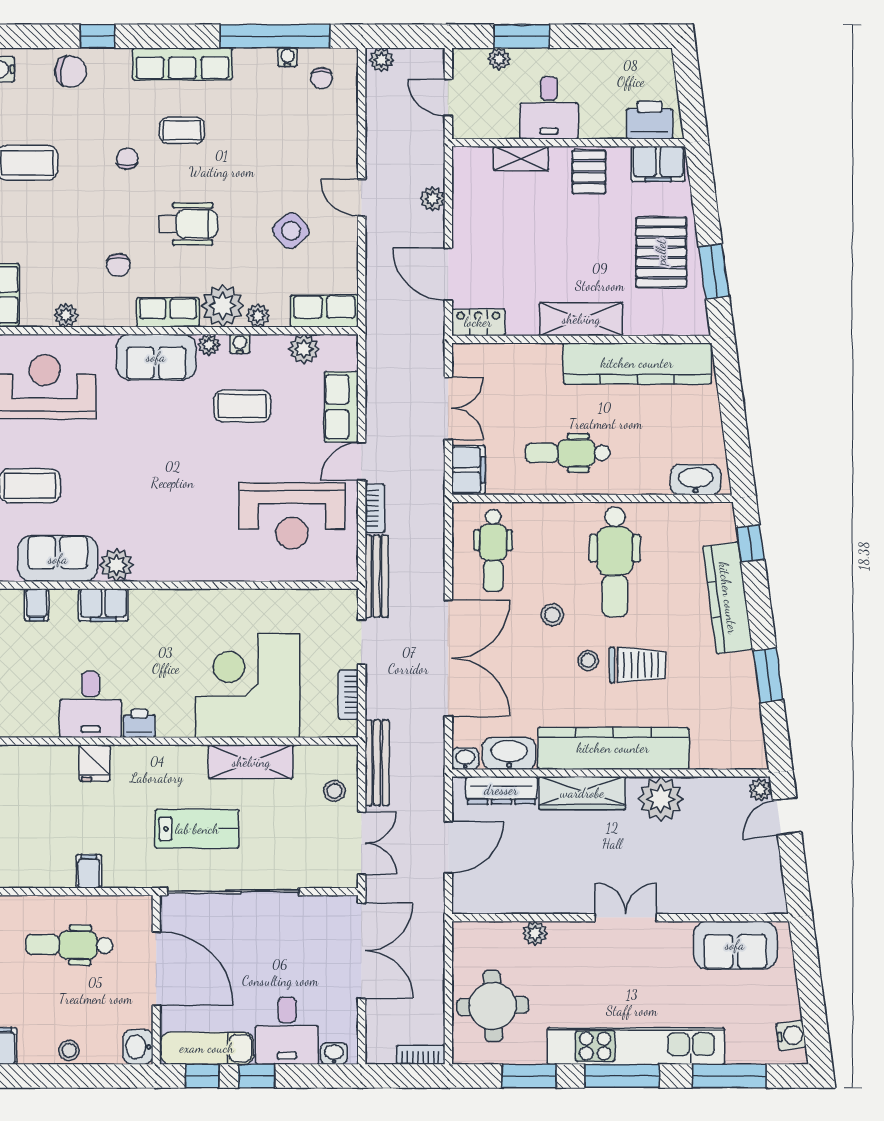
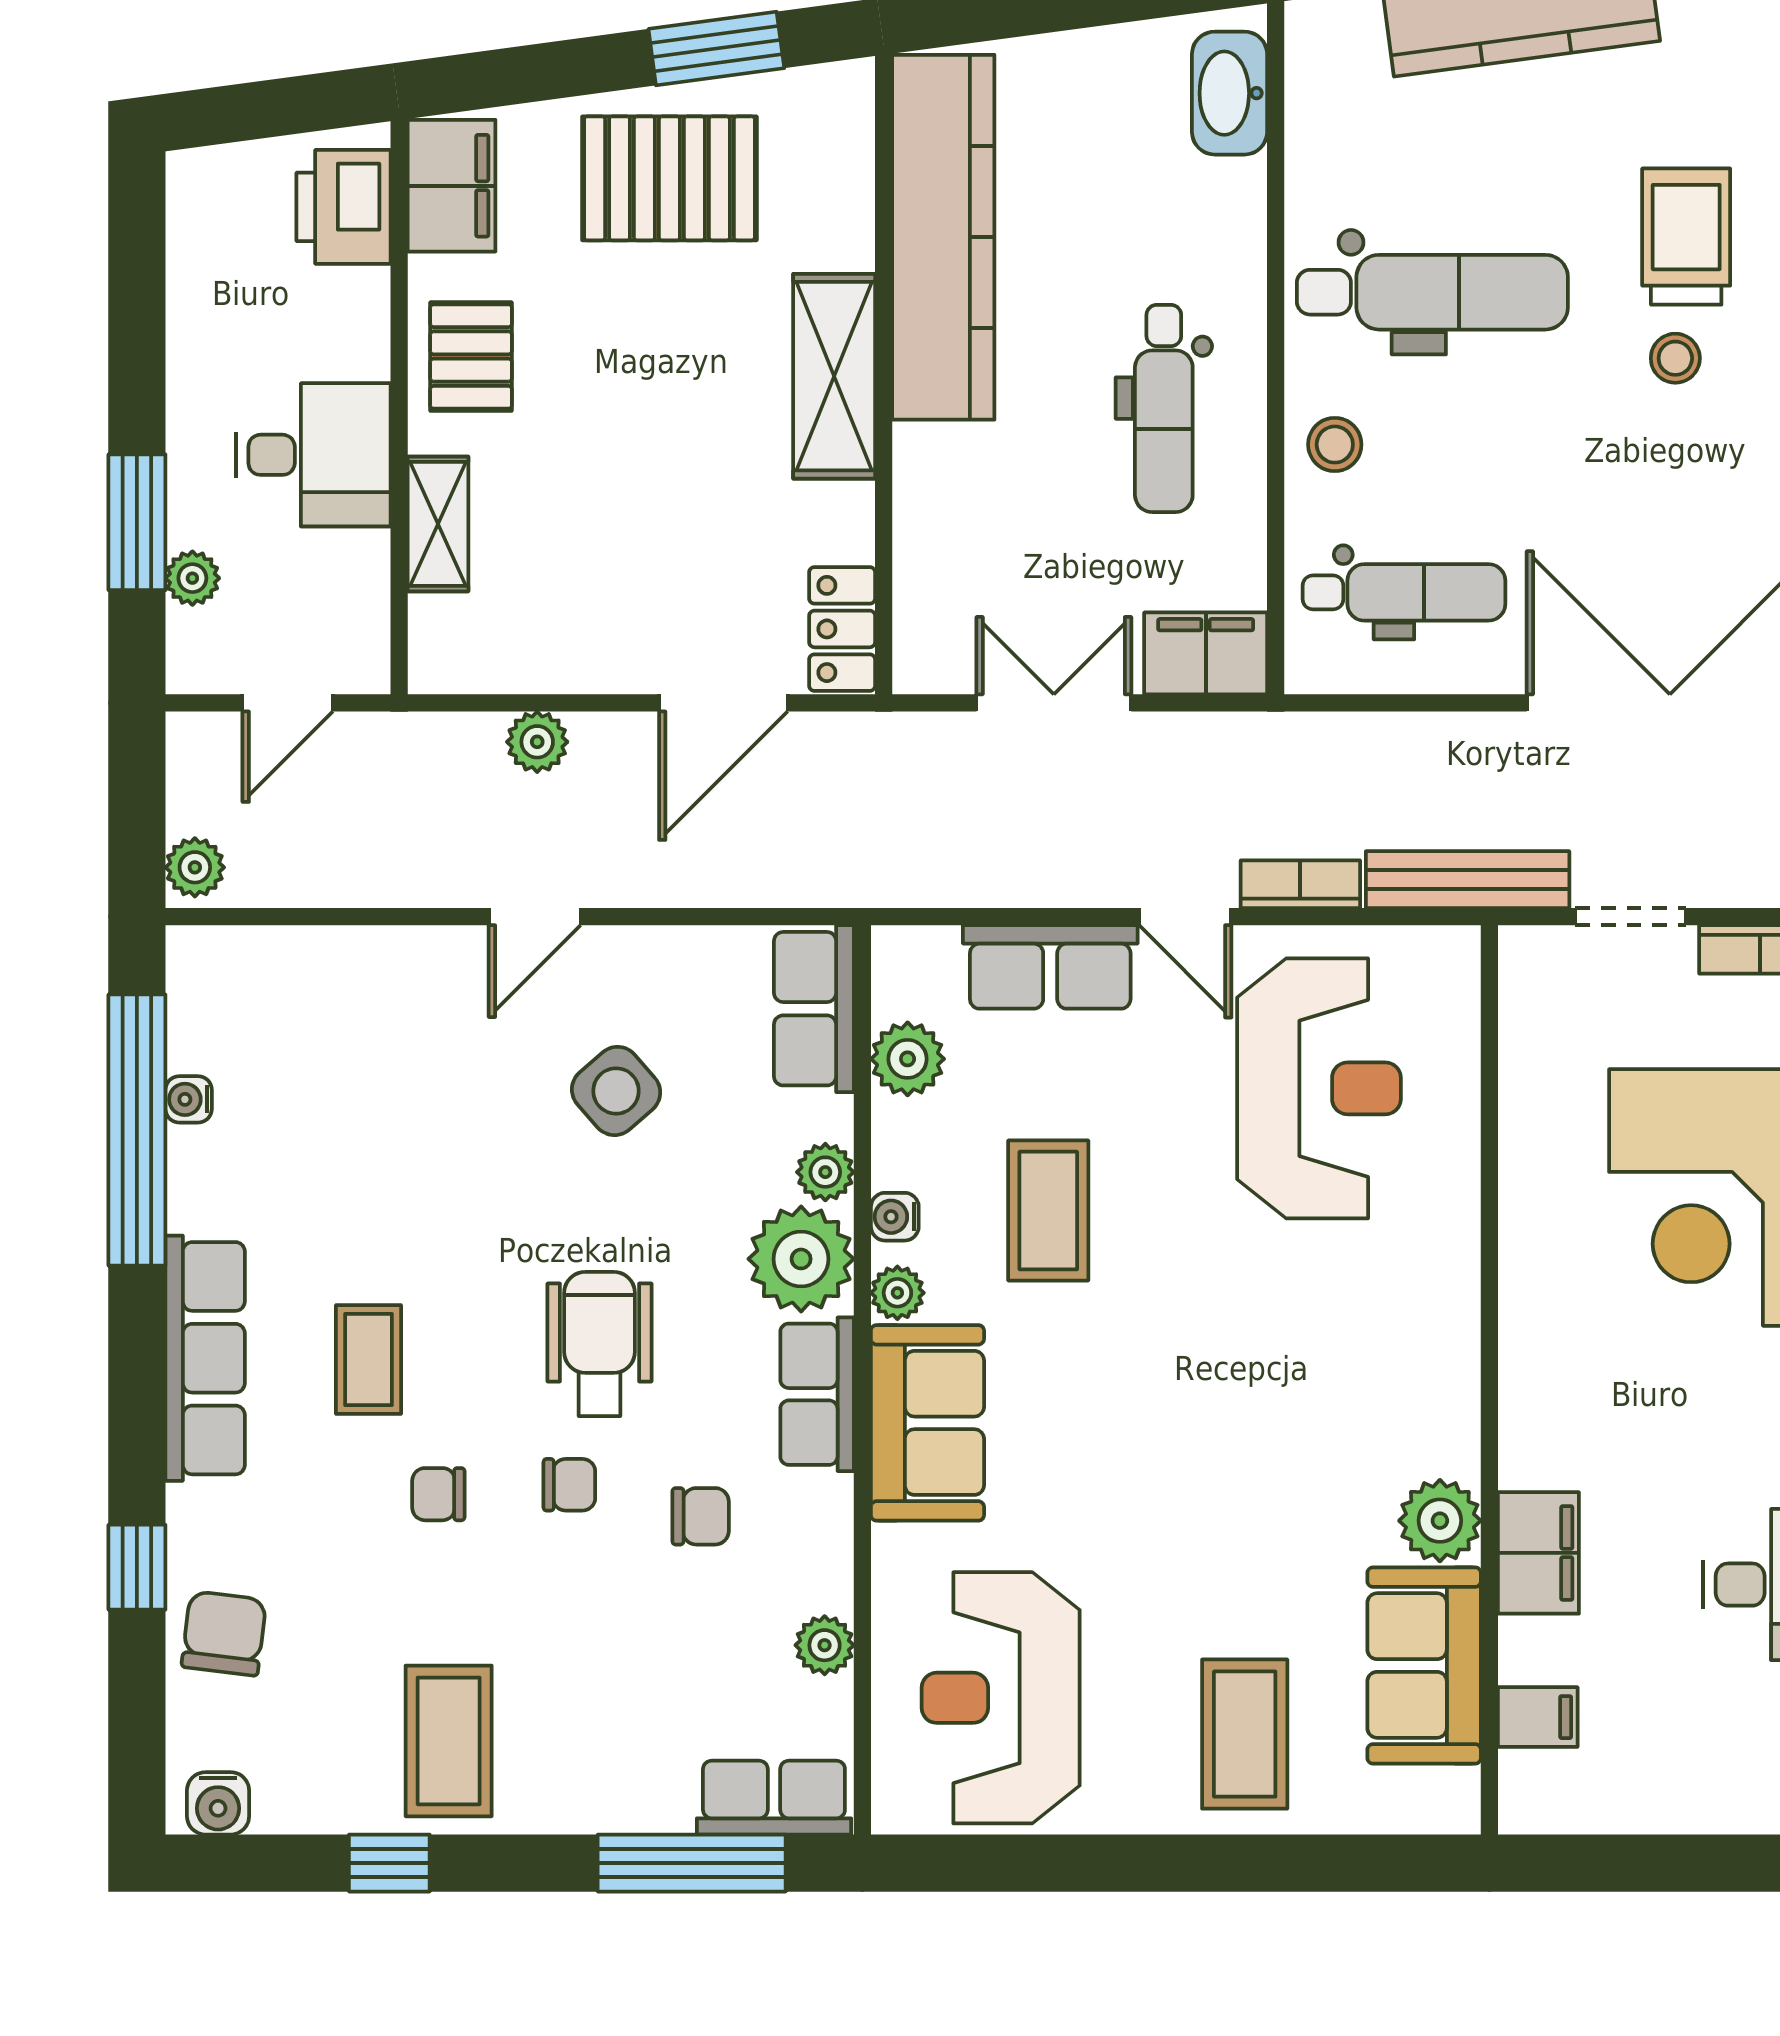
chair: (322, 78) -> (569, 1485), moved
pallet: (589, 172) -> (471, 357), turned 90
stool: (552, 615) -> (1335, 445), moved

